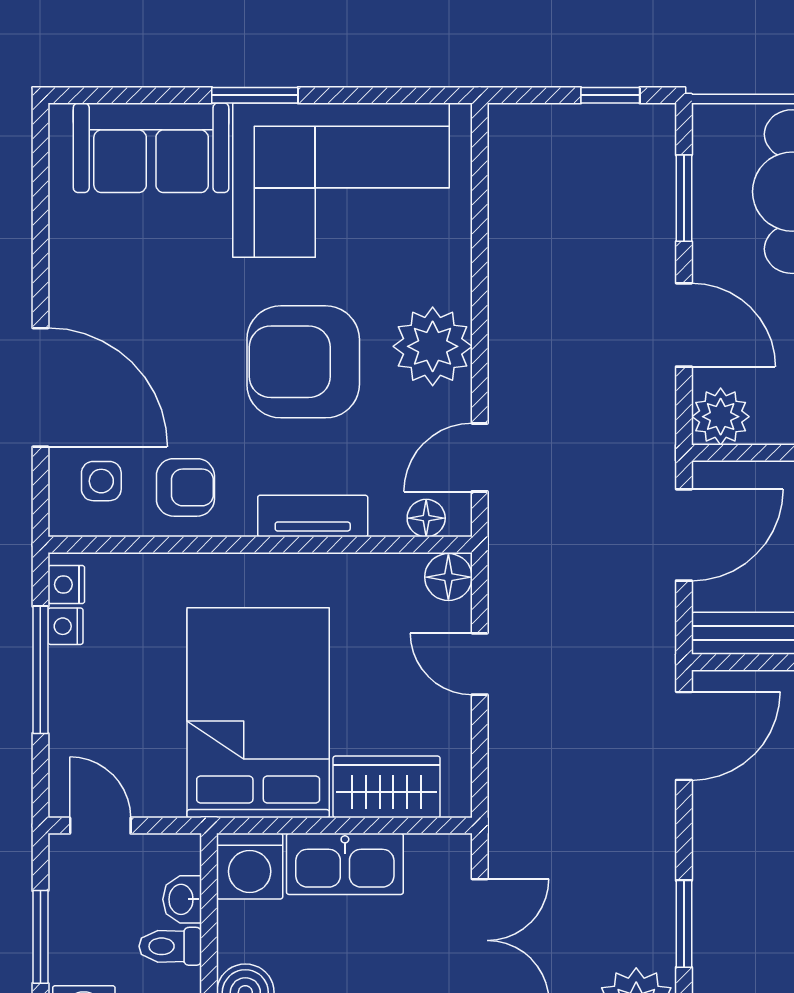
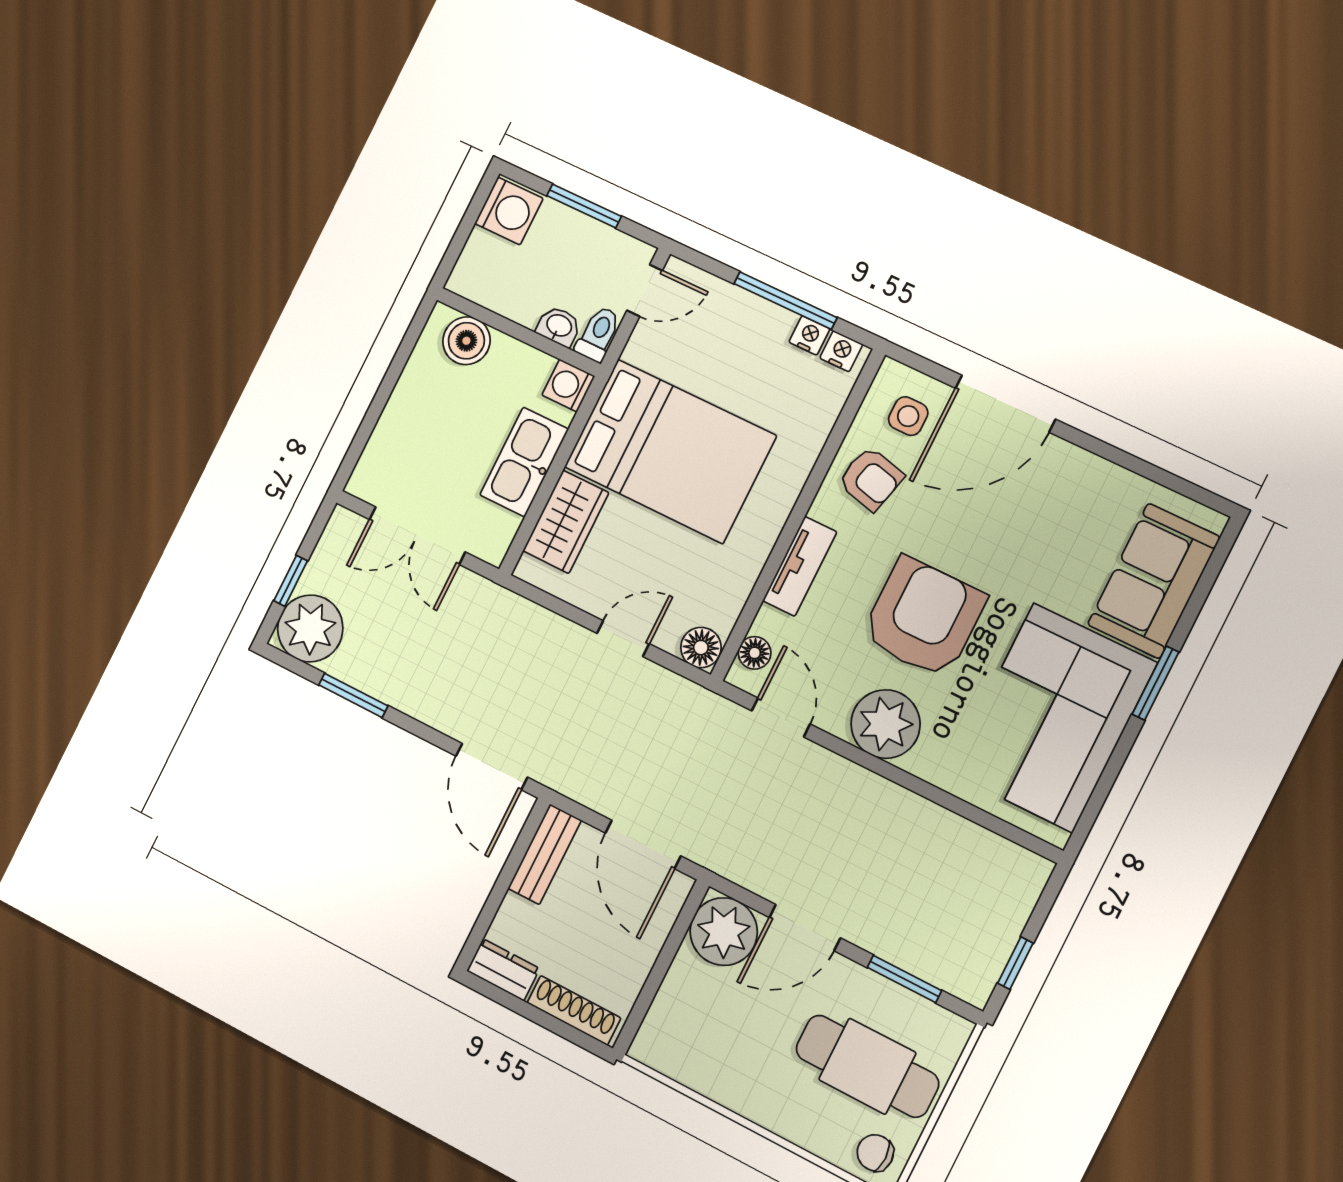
plant: (721, 417) -> (724, 932), width x1.36, depth x1.36
armchair: (185, 487) -> (871, 479), turned -76
washing machine: (250, 866) -> (568, 386), width x0.73, depth x0.73
toilet: (170, 946) -> (598, 334), moved

